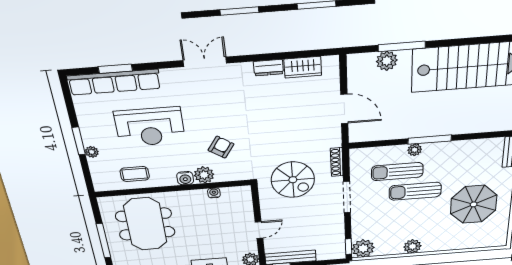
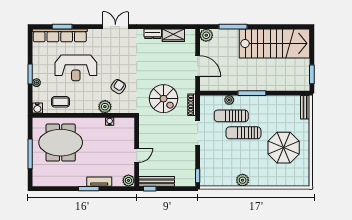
plant: (387, 61) -> (206, 35), moved
plant: (415, 150) -> (229, 100), moved
water cooler: (185, 178) -> (37, 108), moved
spiral stairs: (293, 180) -> (164, 99), moved
meeting table: (145, 224) -> (61, 143), turned 90
plant: (363, 248) -> (208, 178), removed

